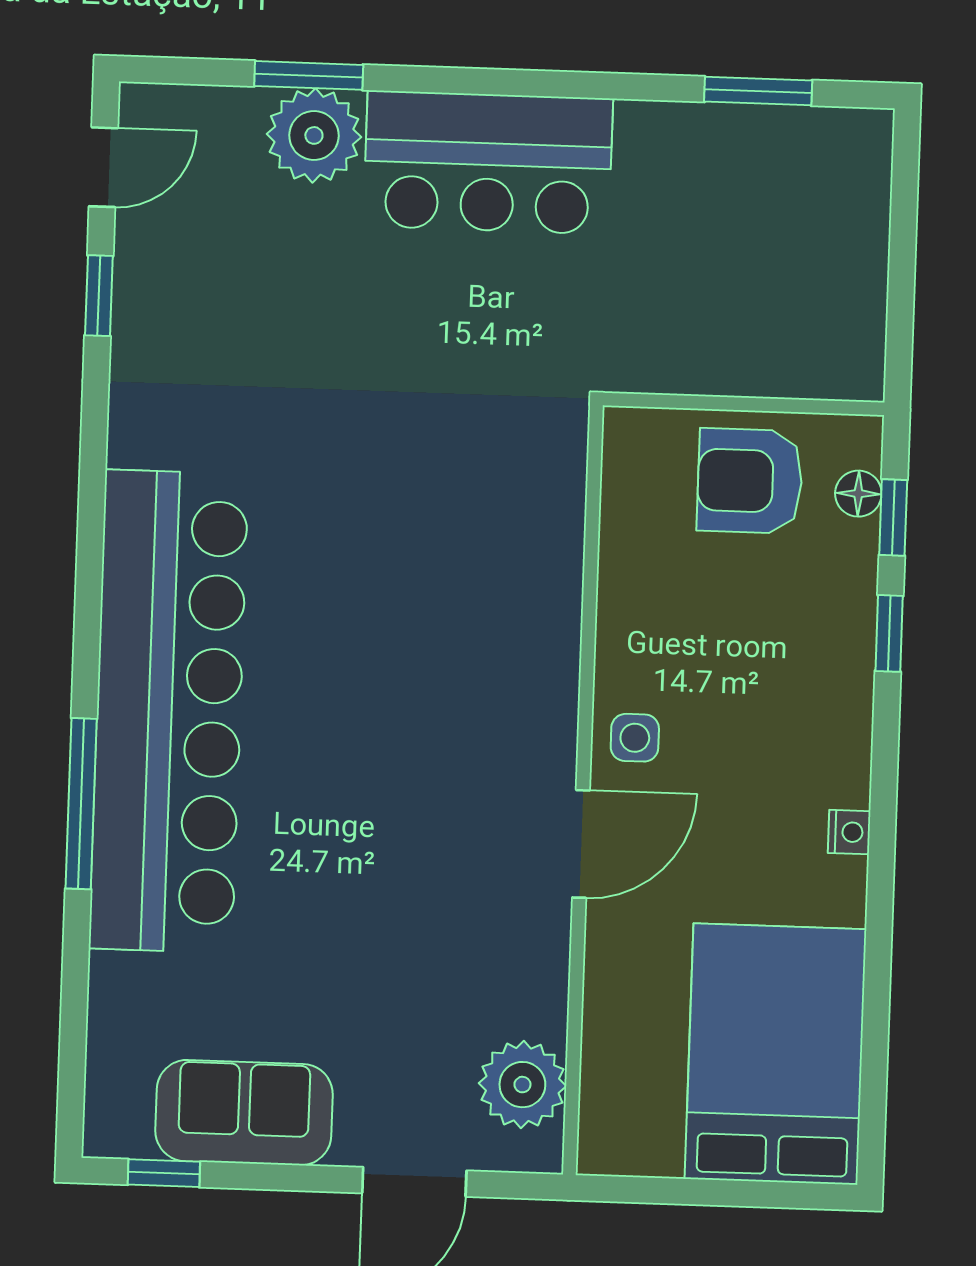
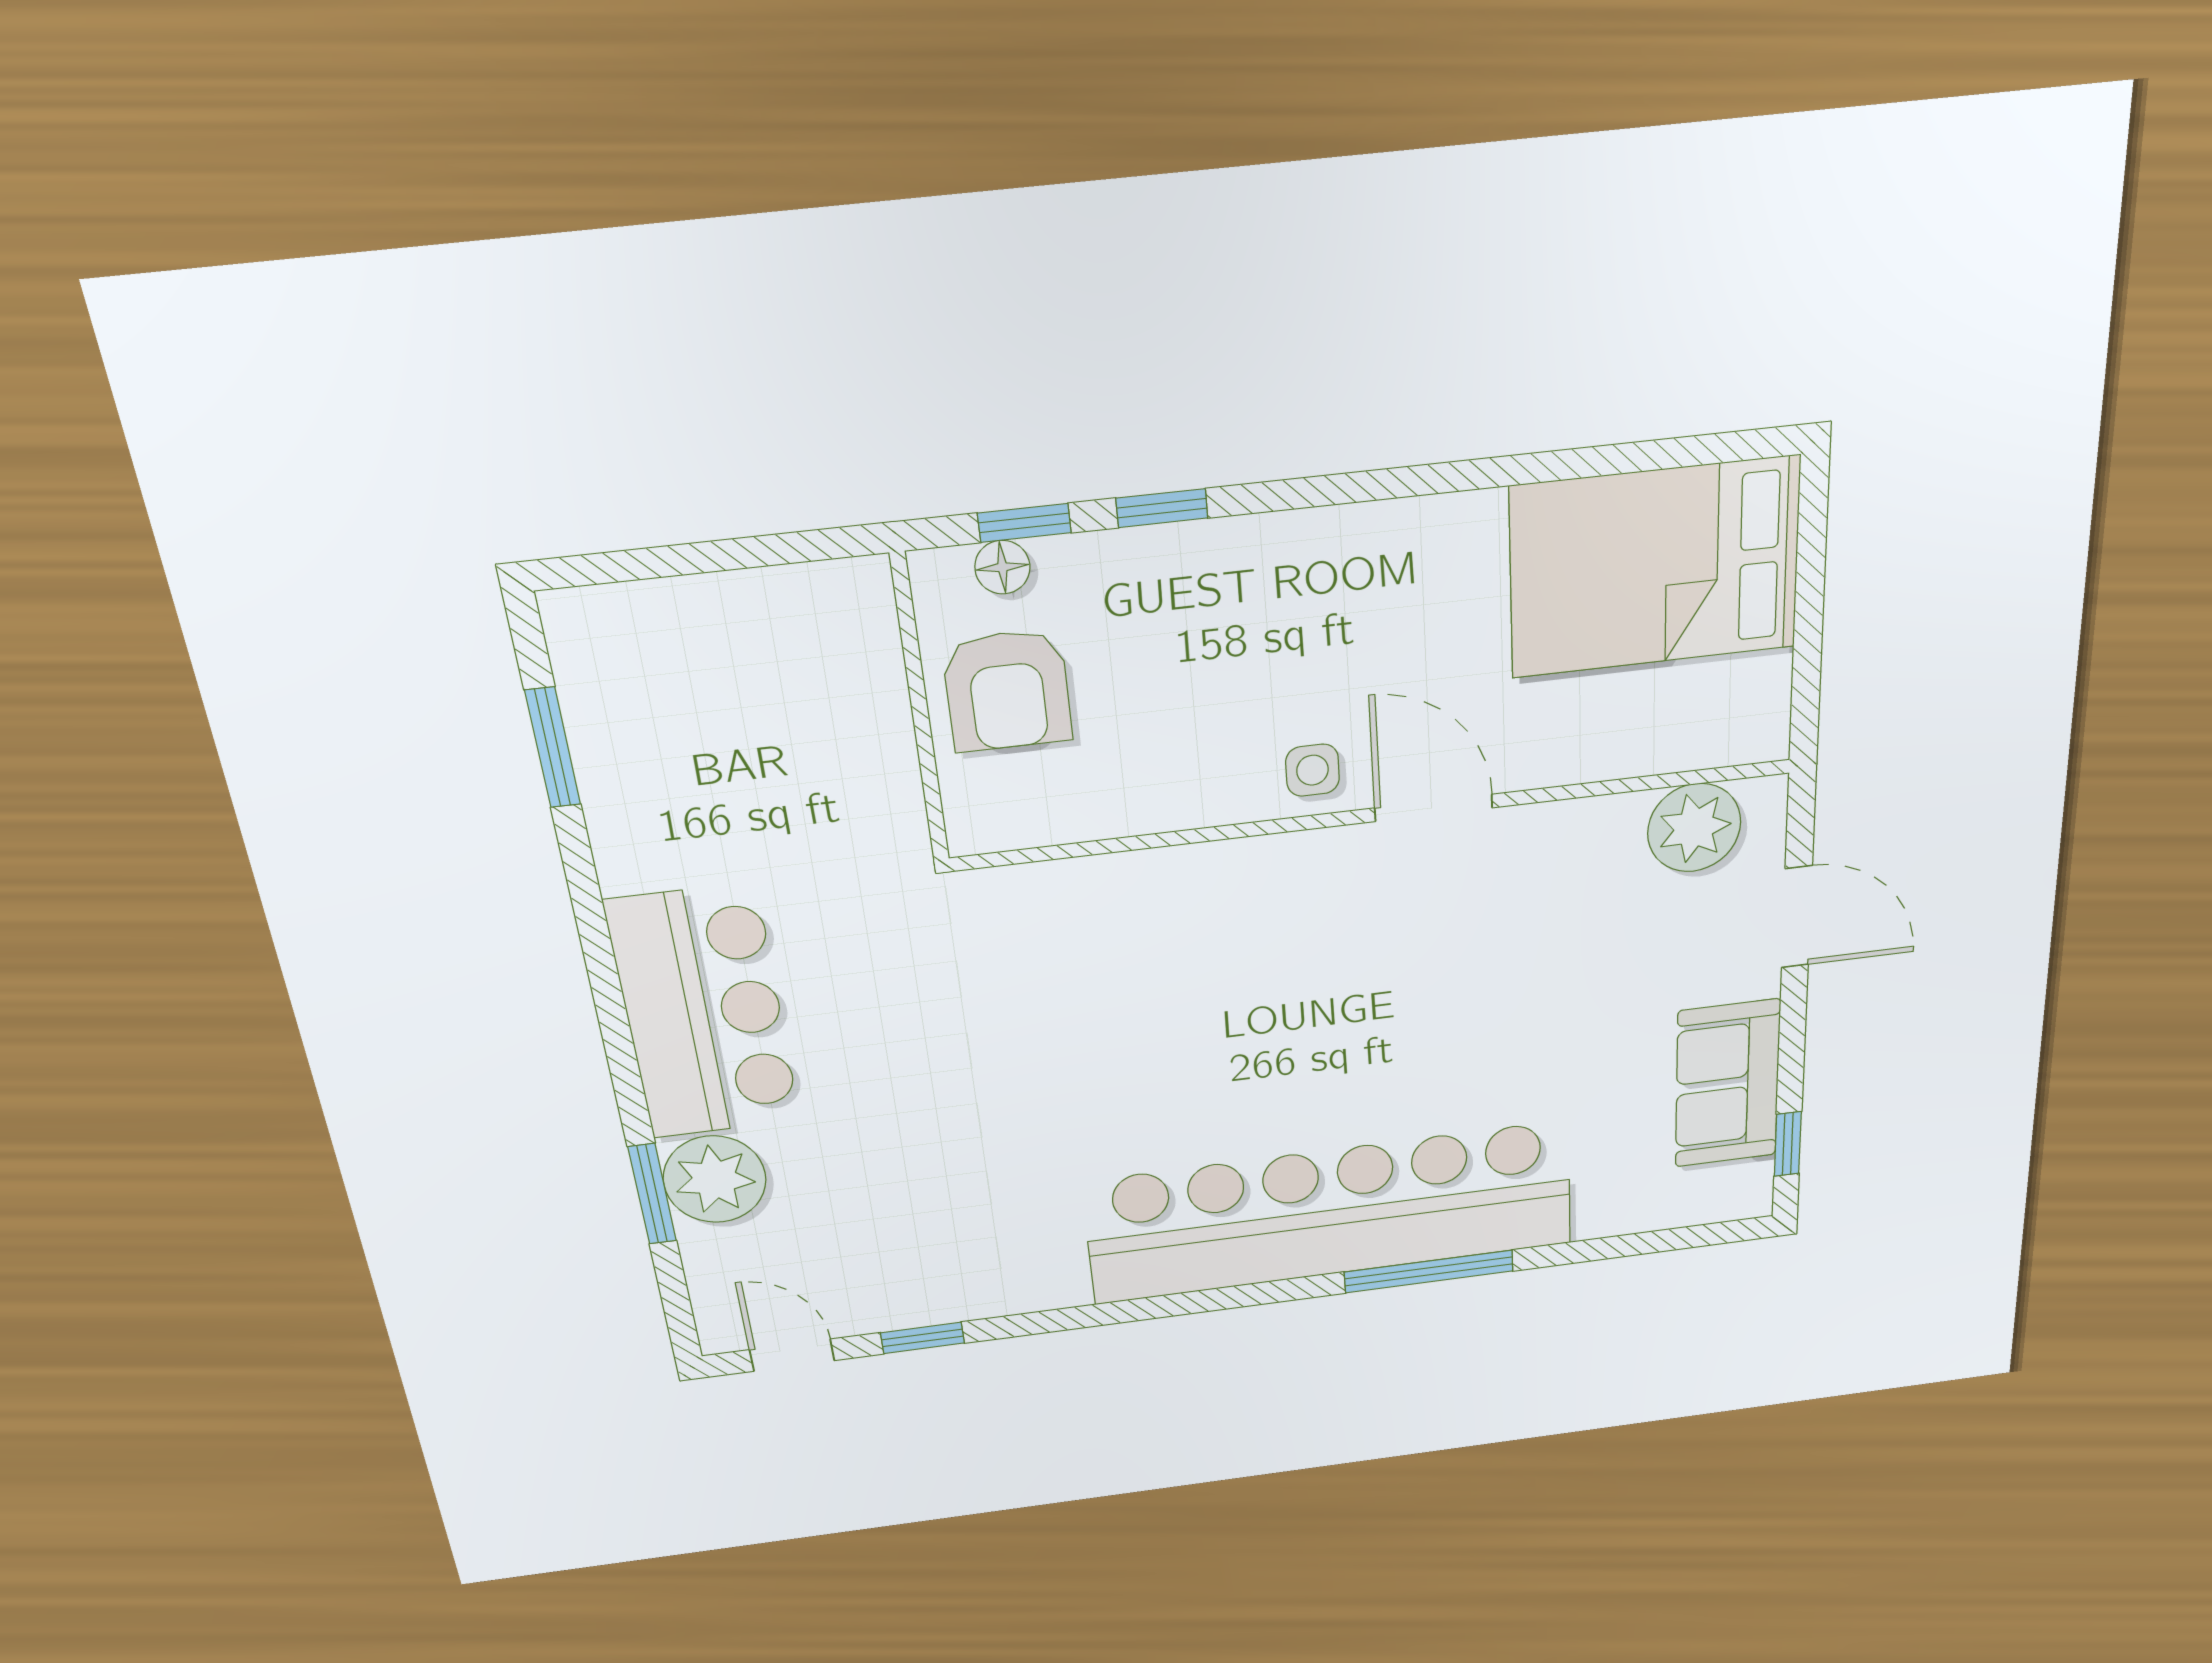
nightstand: (849, 832) -> (1398, 521), removed

